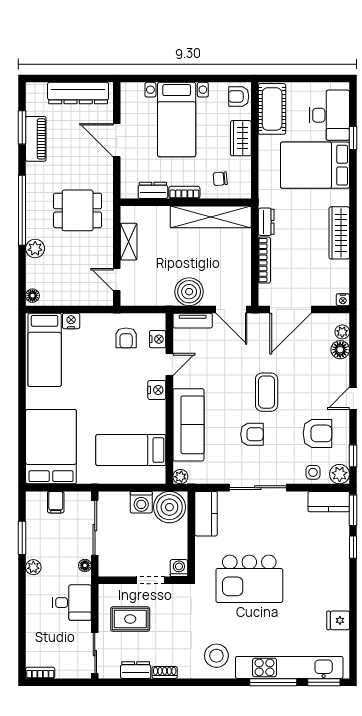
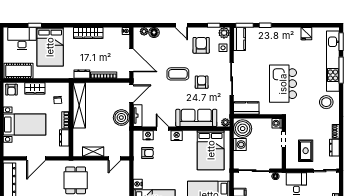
bed: (131, 450) -> (211, 150), width x1.50
kitchen island: (249, 579) -> (283, 84), turned 180

